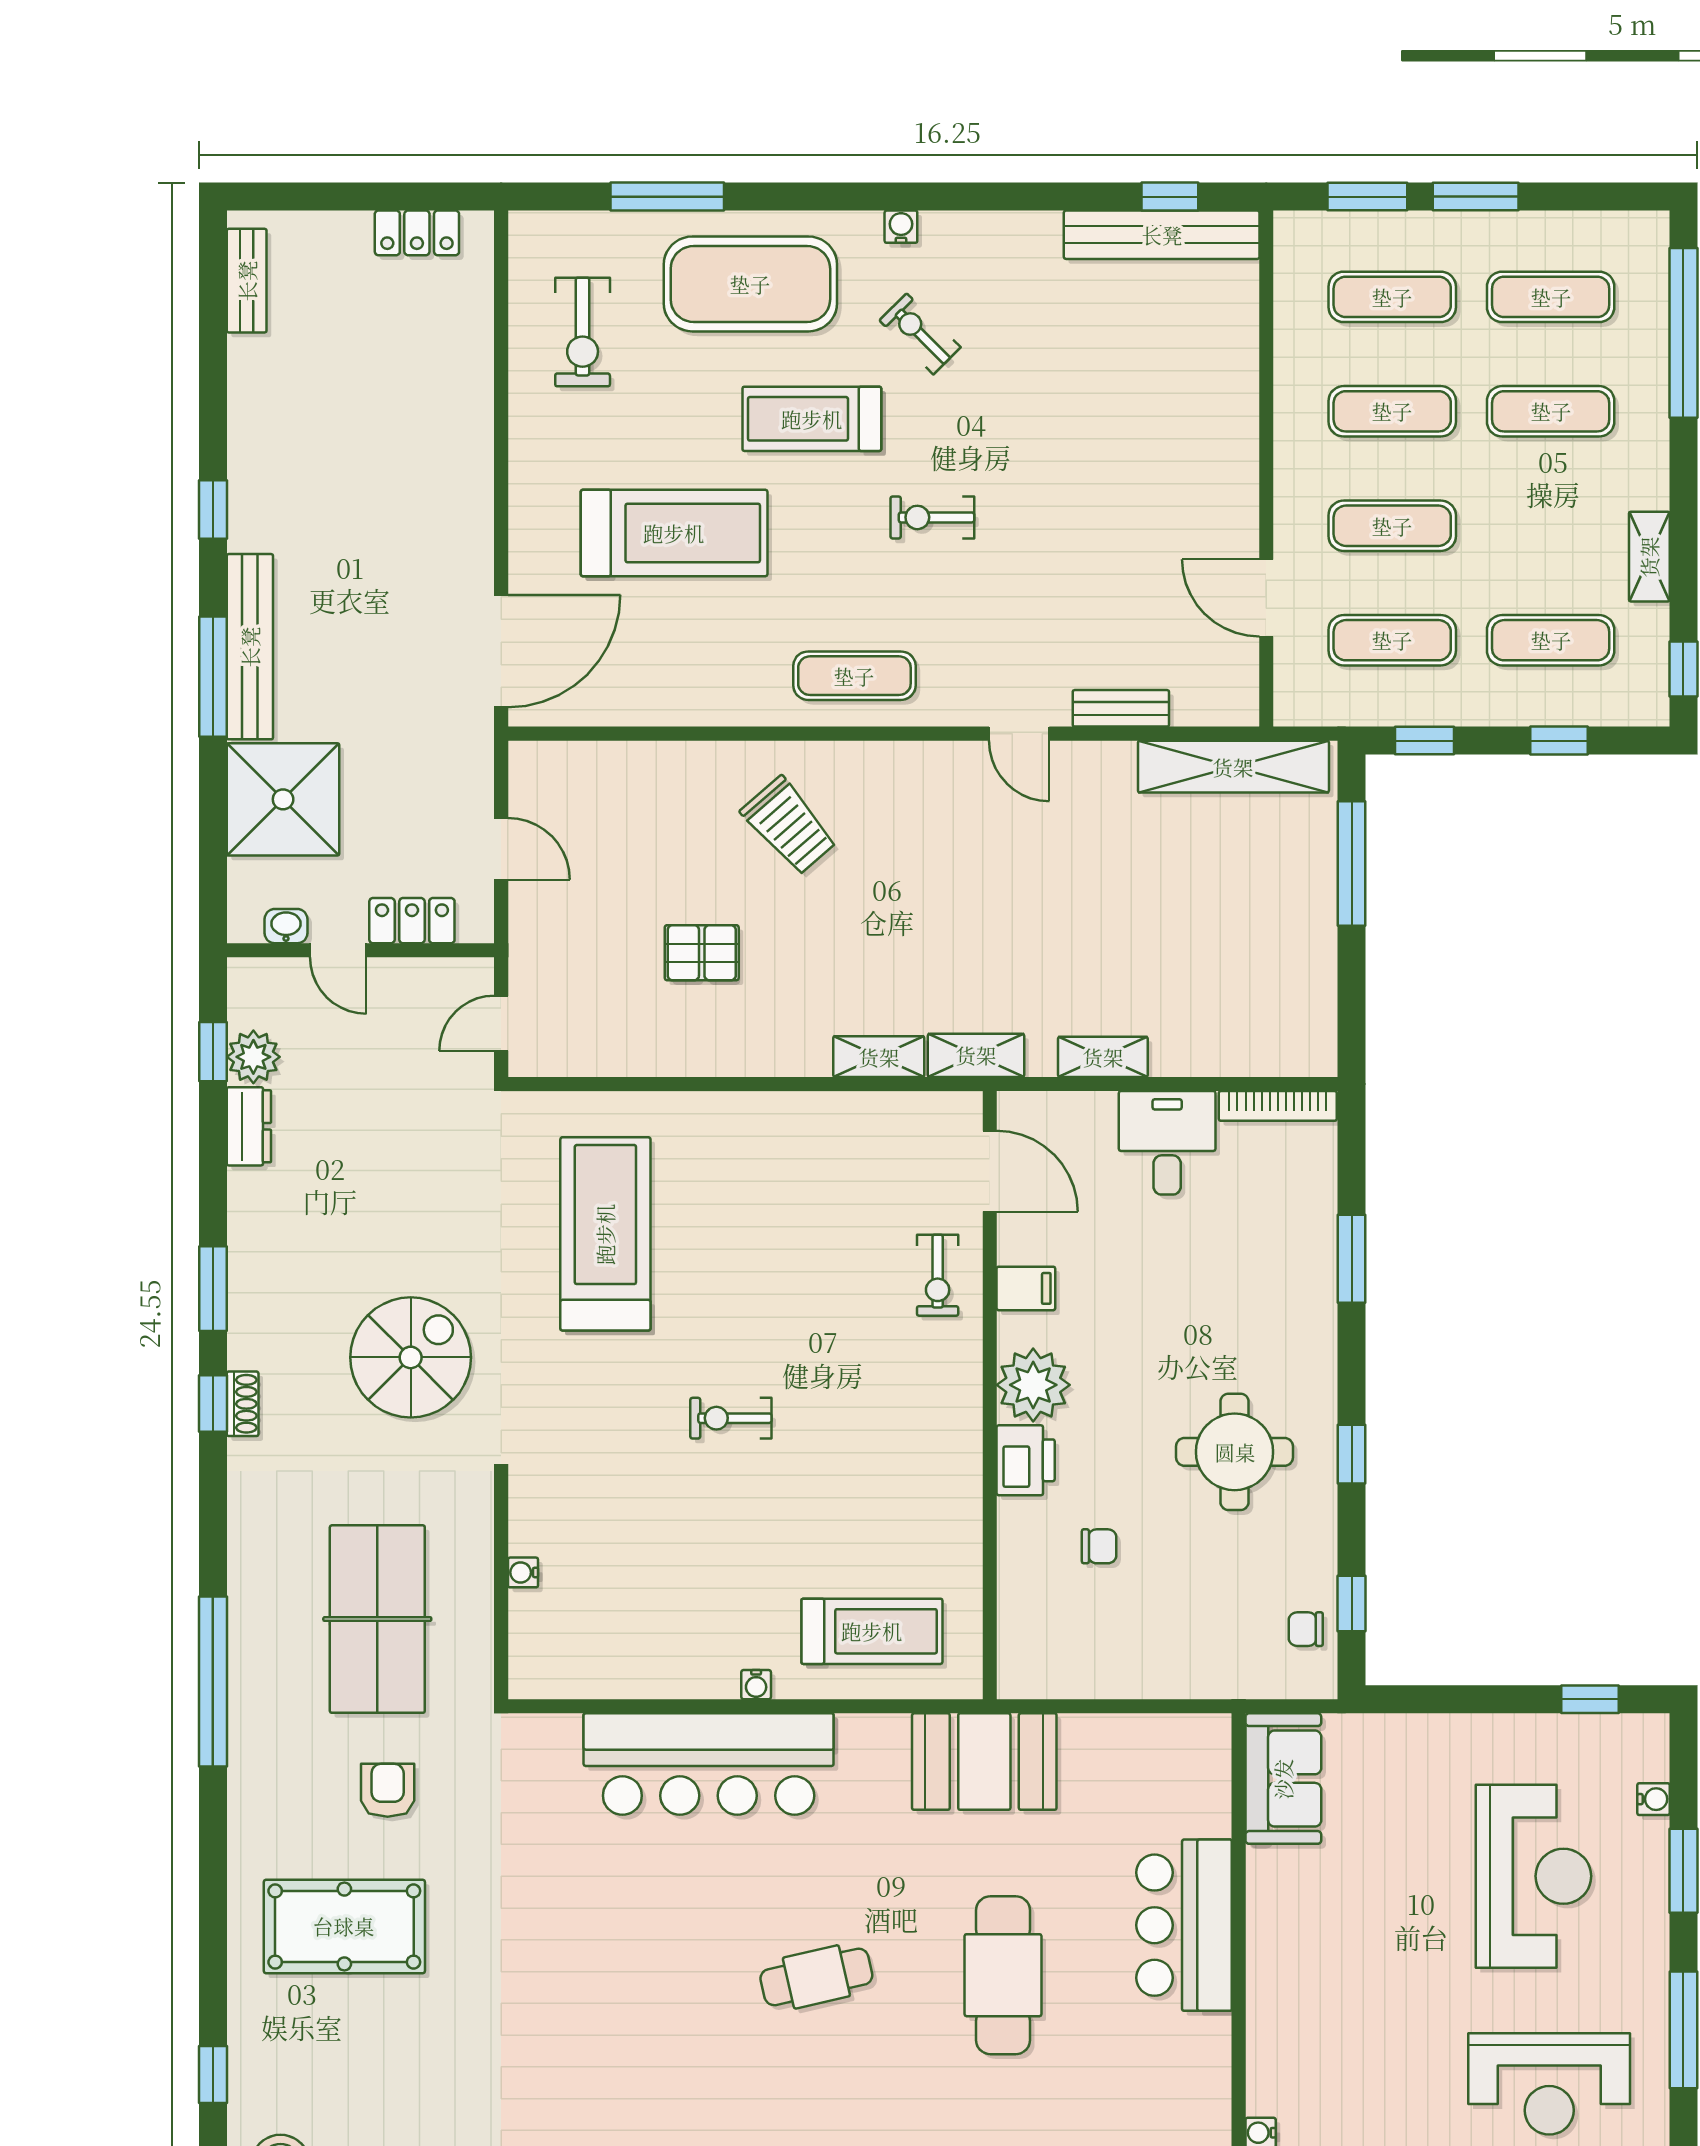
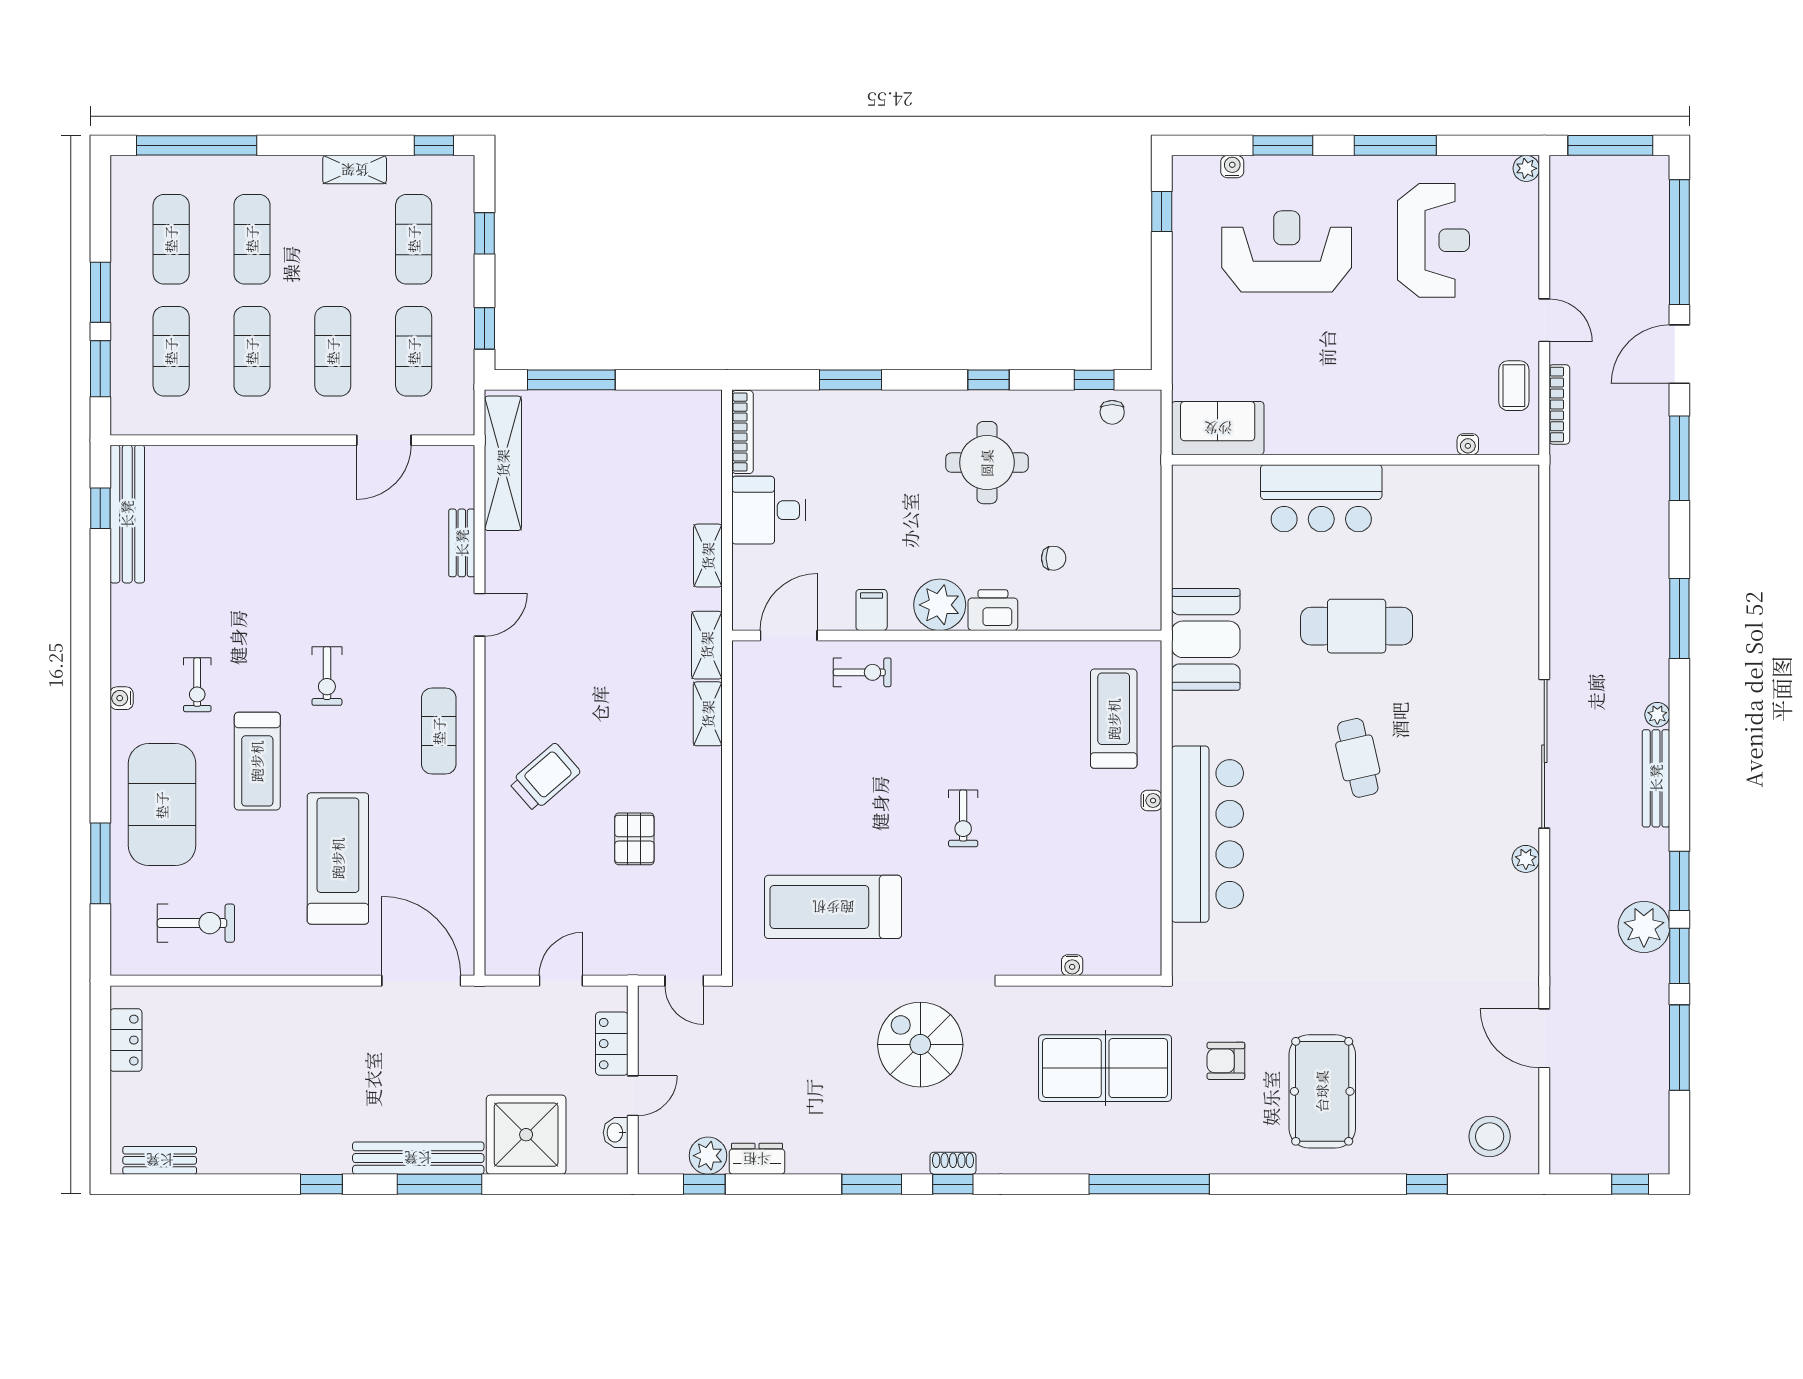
exercise bike: (920, 334) -> (197, 685), turned -45
chair: (1099, 1546) -> (1054, 558), turned 90

